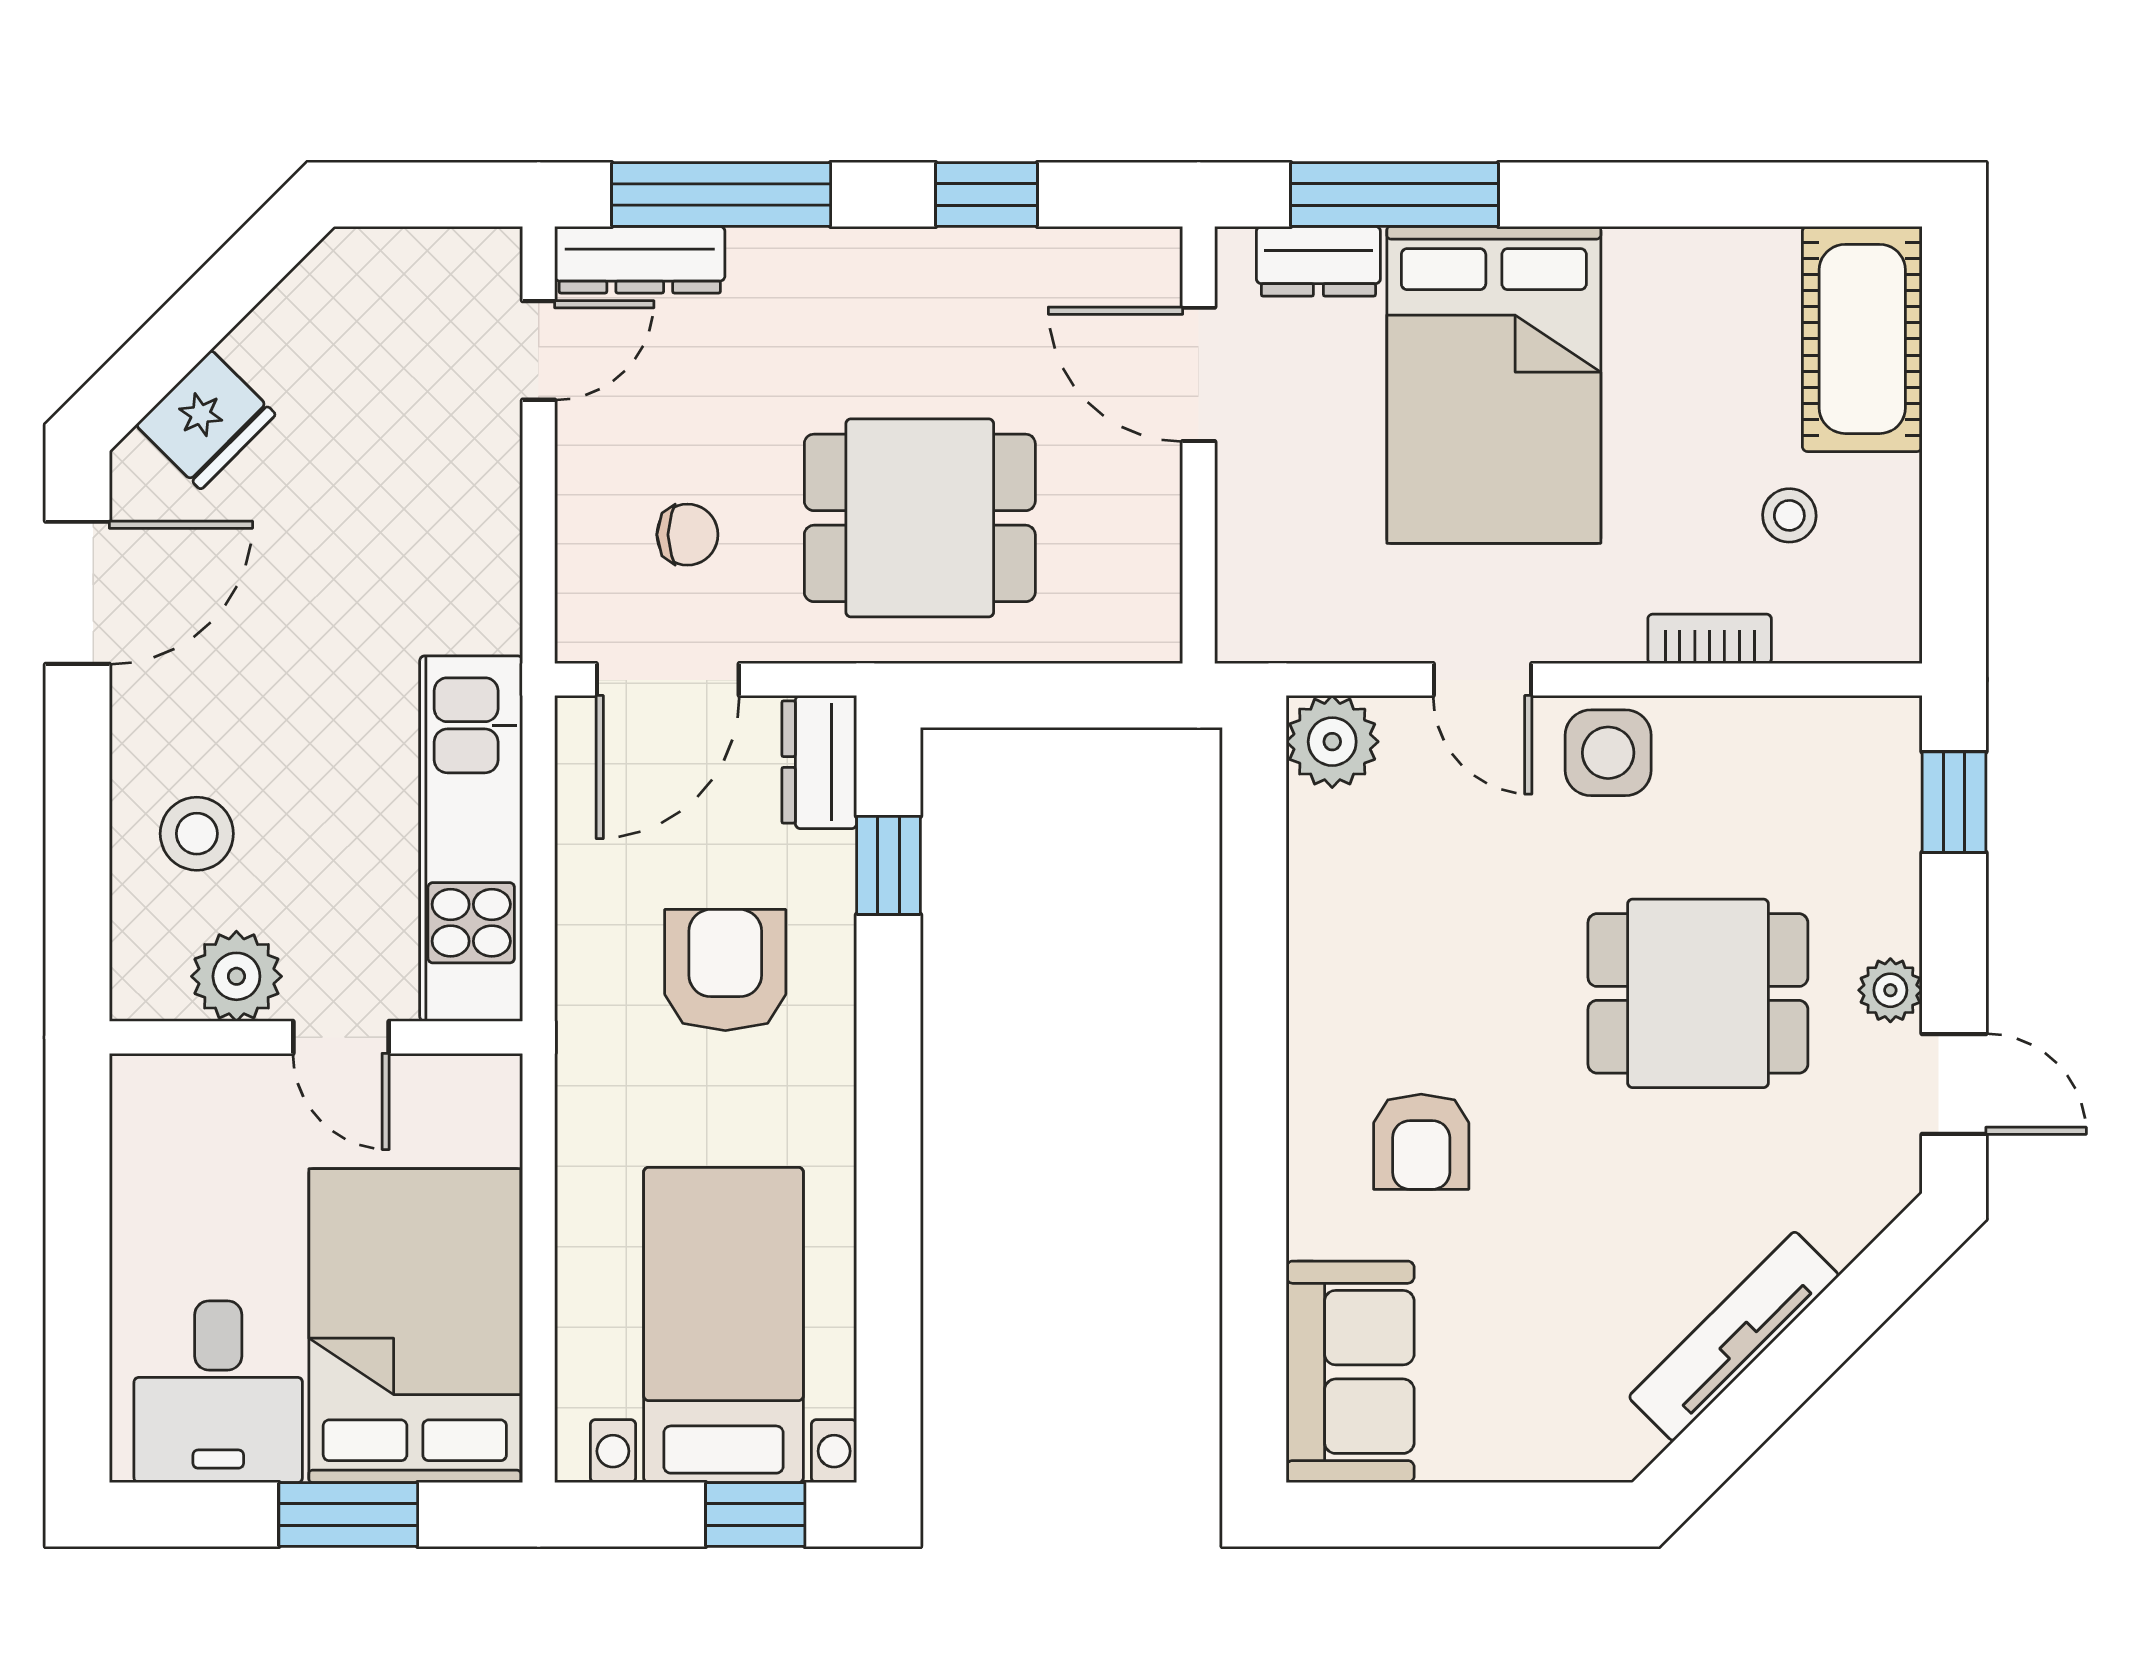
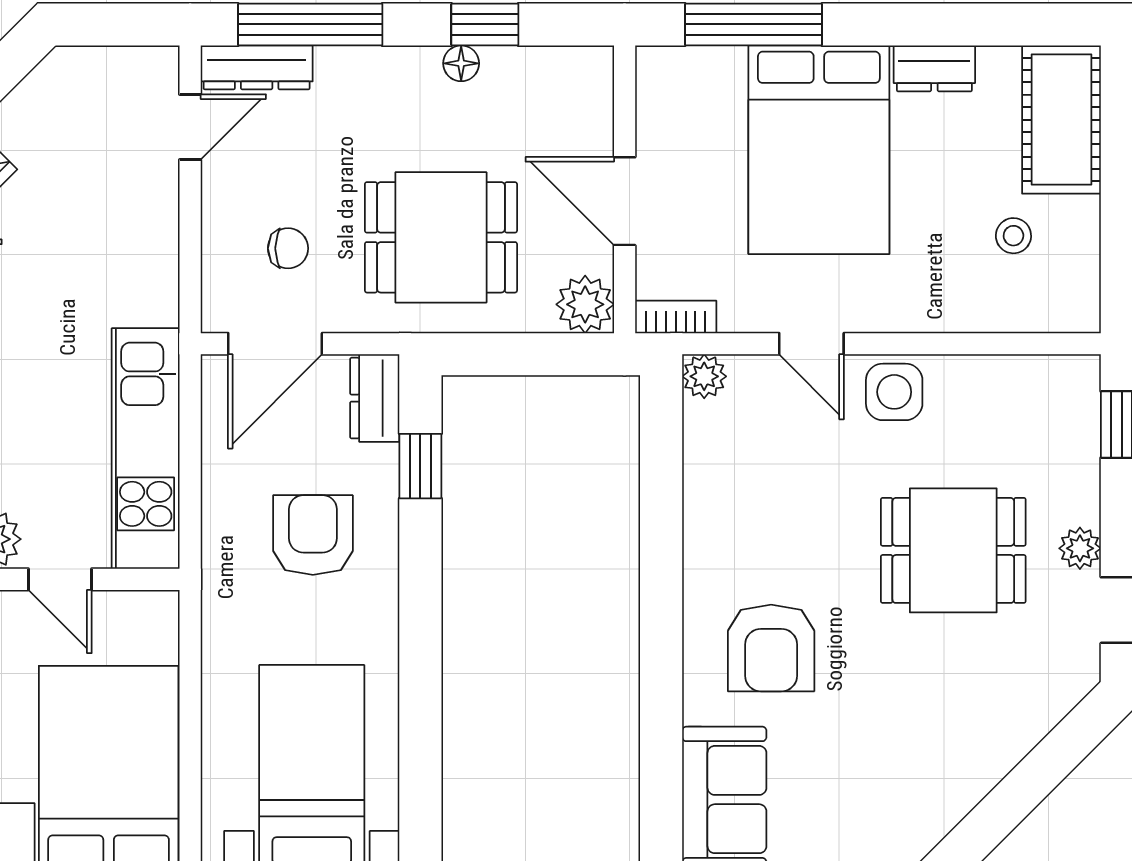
floor lamp: (950, 254) -> (461, 63), added
dresser: (1318, 261) -> (934, 68), moved
door: (1199, 374) -> (625, 201), moved
plant: (1139, 620) -> (585, 304), added
bookcase: (1710, 639) -> (676, 317), moved
plant: (1332, 742) -> (704, 376), width x0.73, depth x0.73
armchair: (1421, 1142) -> (771, 648), width x1.38, depth x1.38
tv unit: (1734, 1336) -> (977, 776), removed

